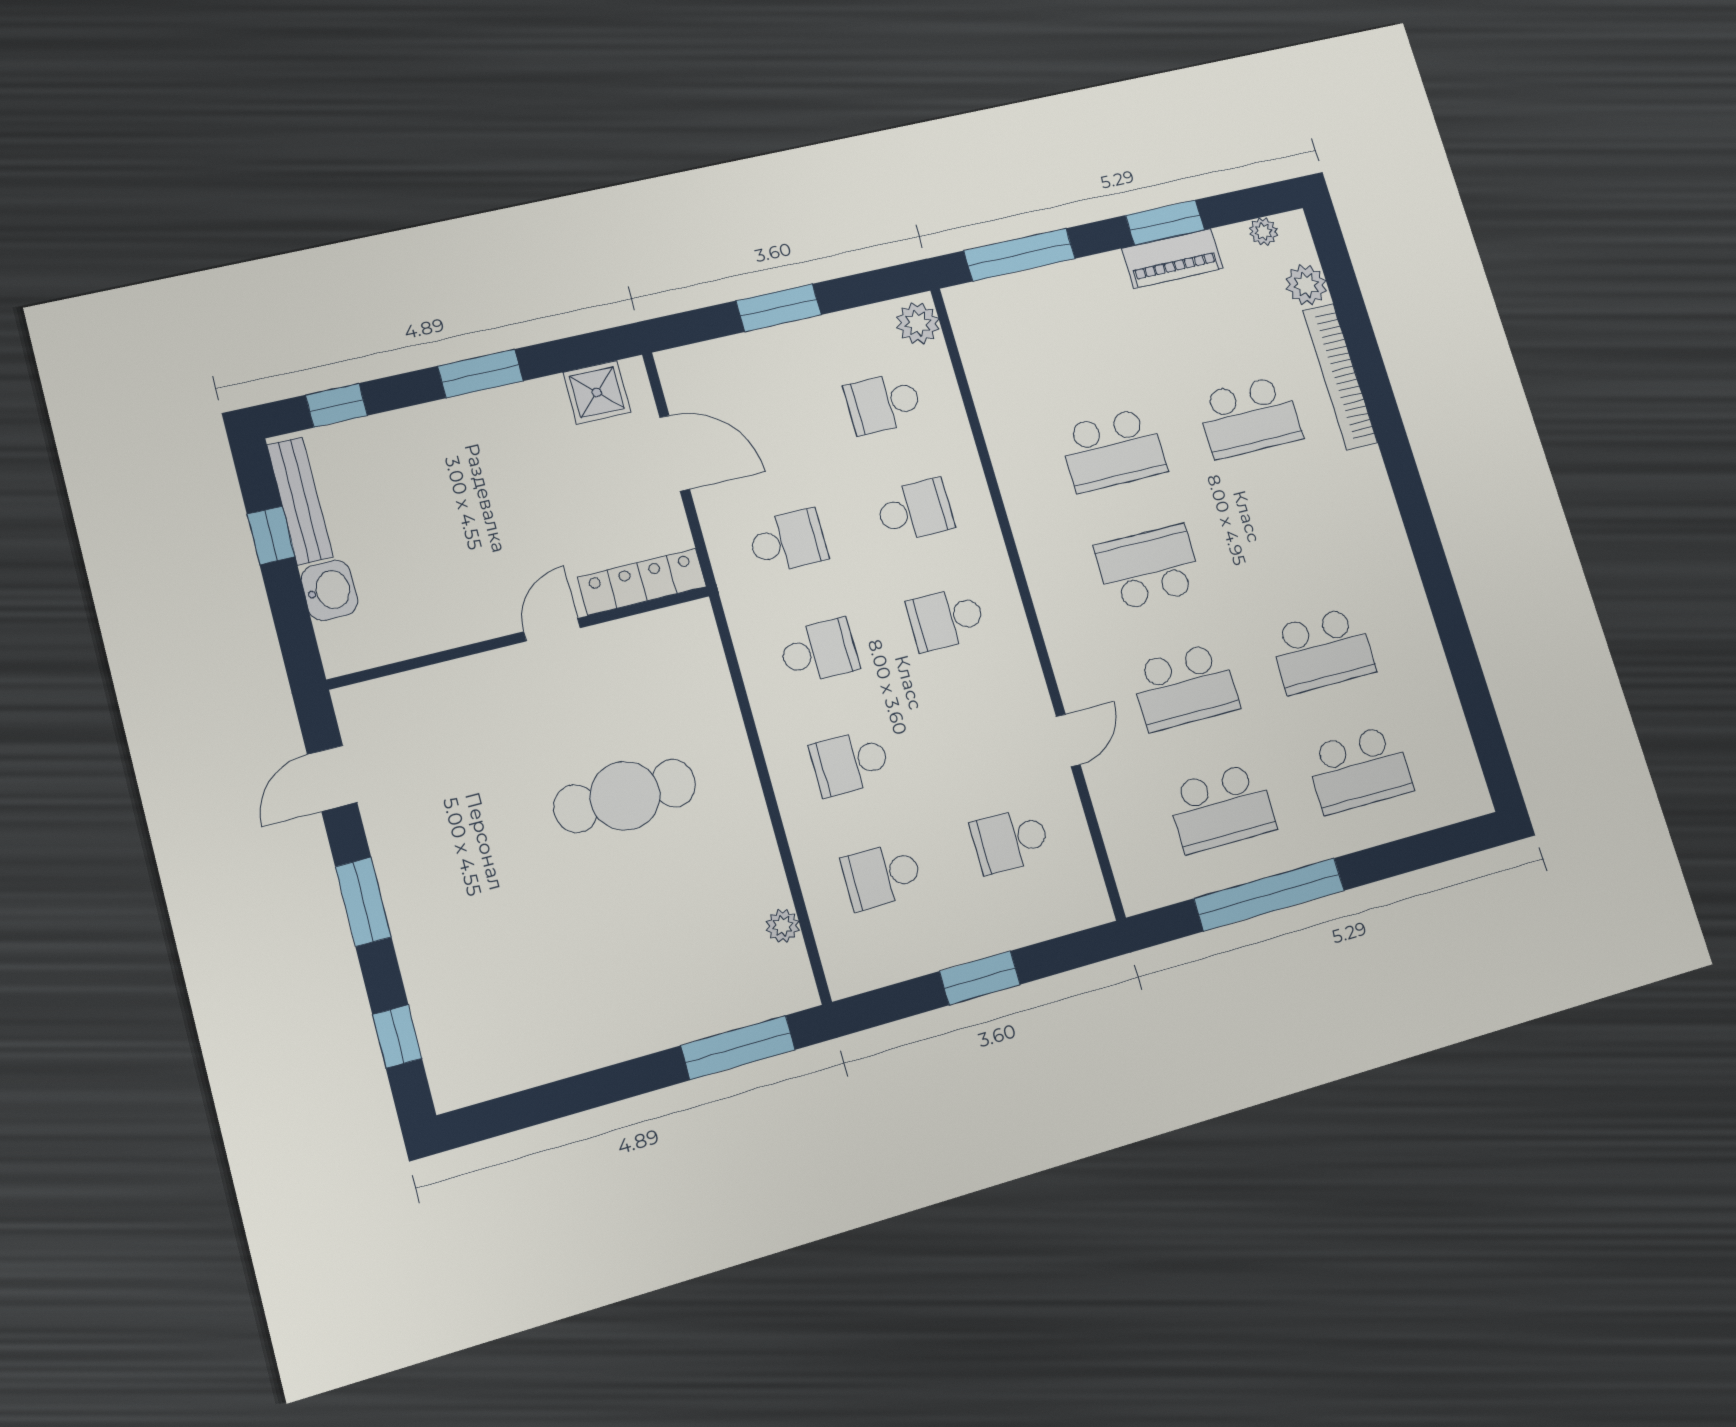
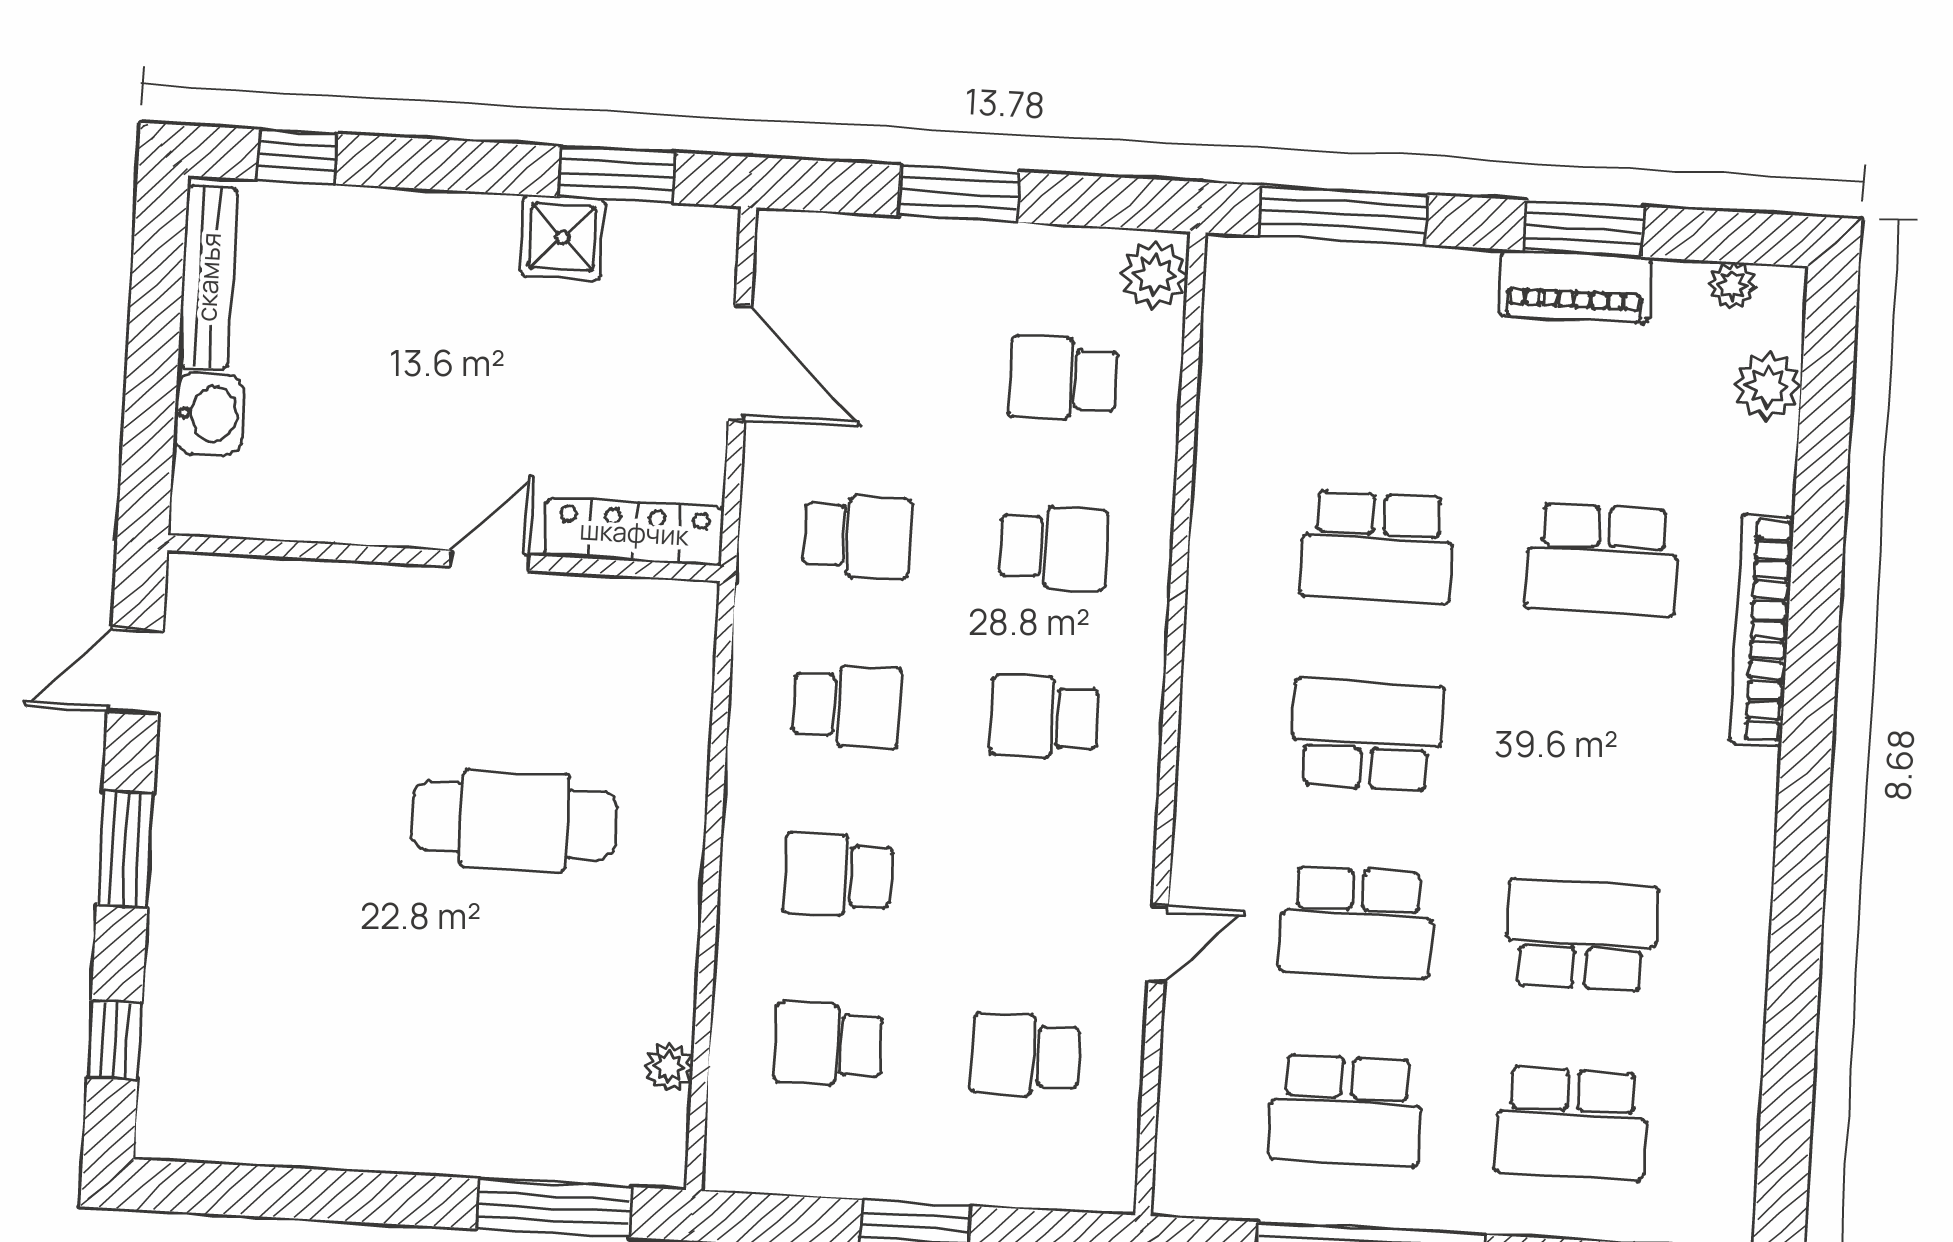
window: (480, 374) -> (617, 174), moved
bookcase: (1340, 376) -> (1762, 630), moved
shower: (597, 392) -> (562, 237), moved
window: (271, 535) -> (155, 314), removed
school desk: (1322, 650) -> (1581, 935), turned 180

